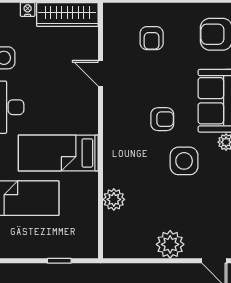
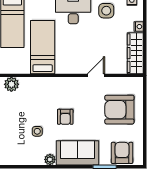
armchair: (152, 38) -> (119, 110), width x1.88, depth x1.88
side table: (184, 161) -> (37, 131), width x0.54, depth x0.54

